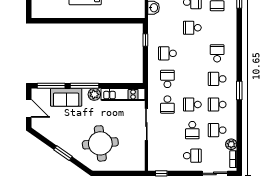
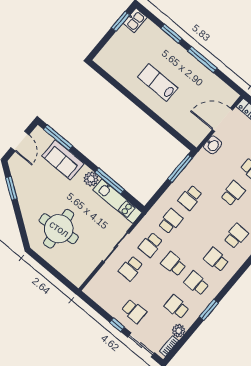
school desk: (192, 28) -> (233, 193), turned 90
window: (145, 40) -> (180, 168), width x2.17
school desk: (167, 53) -> (190, 198), turned -90
window: (85, 86) -> (110, 181), moved
window: (239, 91) -> (209, 310), moved
school desk: (192, 130) -> (131, 268), moved
window: (63, 153) -> (11, 188), moved
window: (161, 173) -> (117, 325), moved

